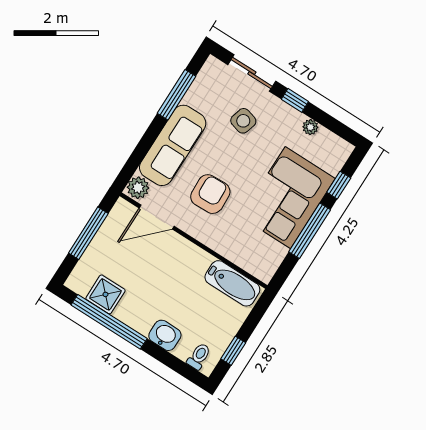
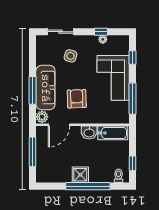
window: (176, 95) -> (33, 90), moved
window: (295, 100) -> (101, 32), moved
window: (310, 231) -> (133, 99), moved
shower: (105, 294) -> (80, 175), moved
window: (109, 322) -> (88, 186), moved
washbasin: (165, 335) -> (89, 133), moved, turned 180

